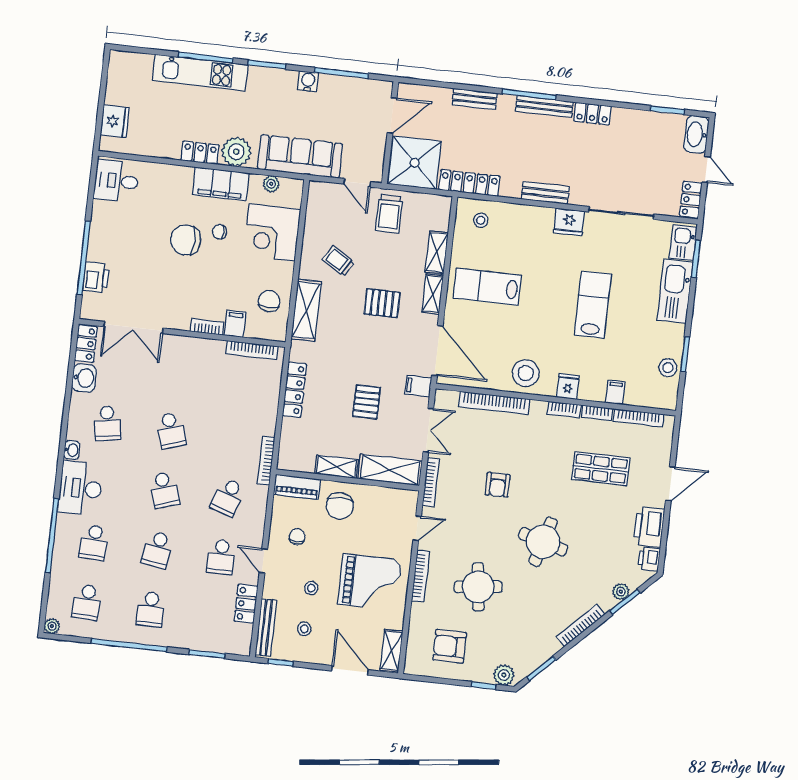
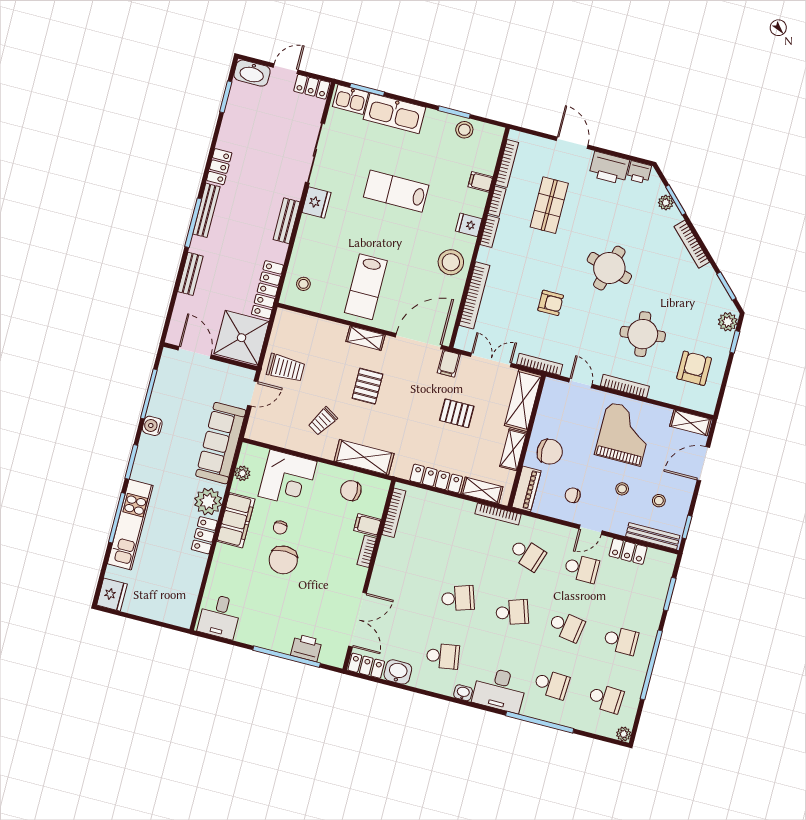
fridge: (115, 121) -> (112, 595), moved, turned 90
shelving: (437, 252) -> (482, 490), moved
armchair: (450, 646) -> (694, 368), turned 180

